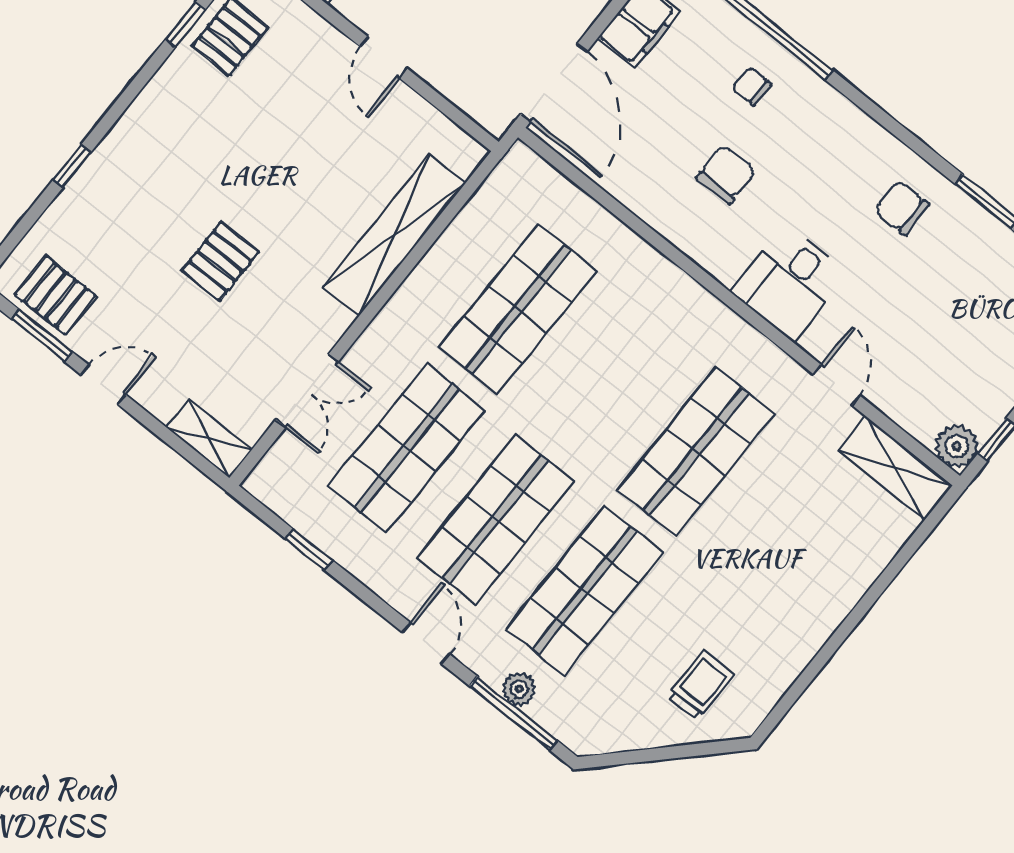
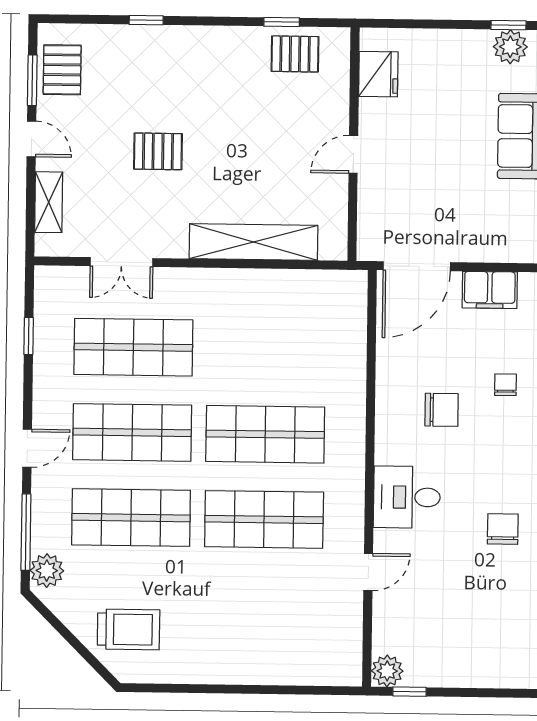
shop shelf: (518, 309) -> (265, 434), moved
shelving: (209, 439) -> (49, 202), moved
shelving: (895, 468) -> (346, 645), removed
trolley: (700, 685) -> (129, 629), width x1.36, depth x1.39
plant: (519, 689) -> (47, 571), moved, width x1.38, depth x1.38

